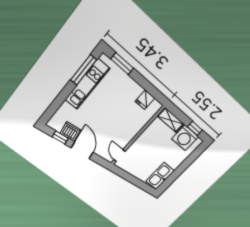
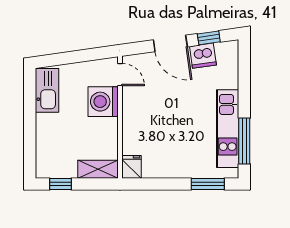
fridge: (145, 100) -> (132, 167), moved
washing machine: (185, 138) -> (103, 102), moved, turned -90

